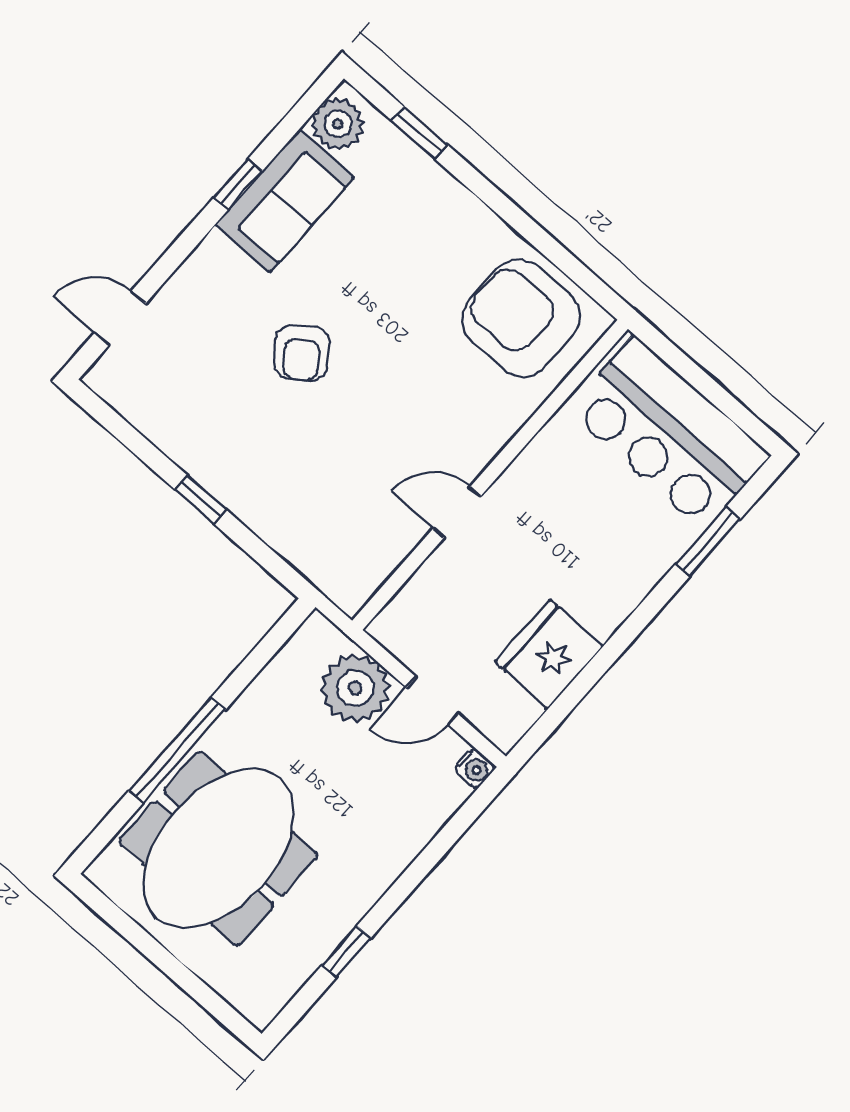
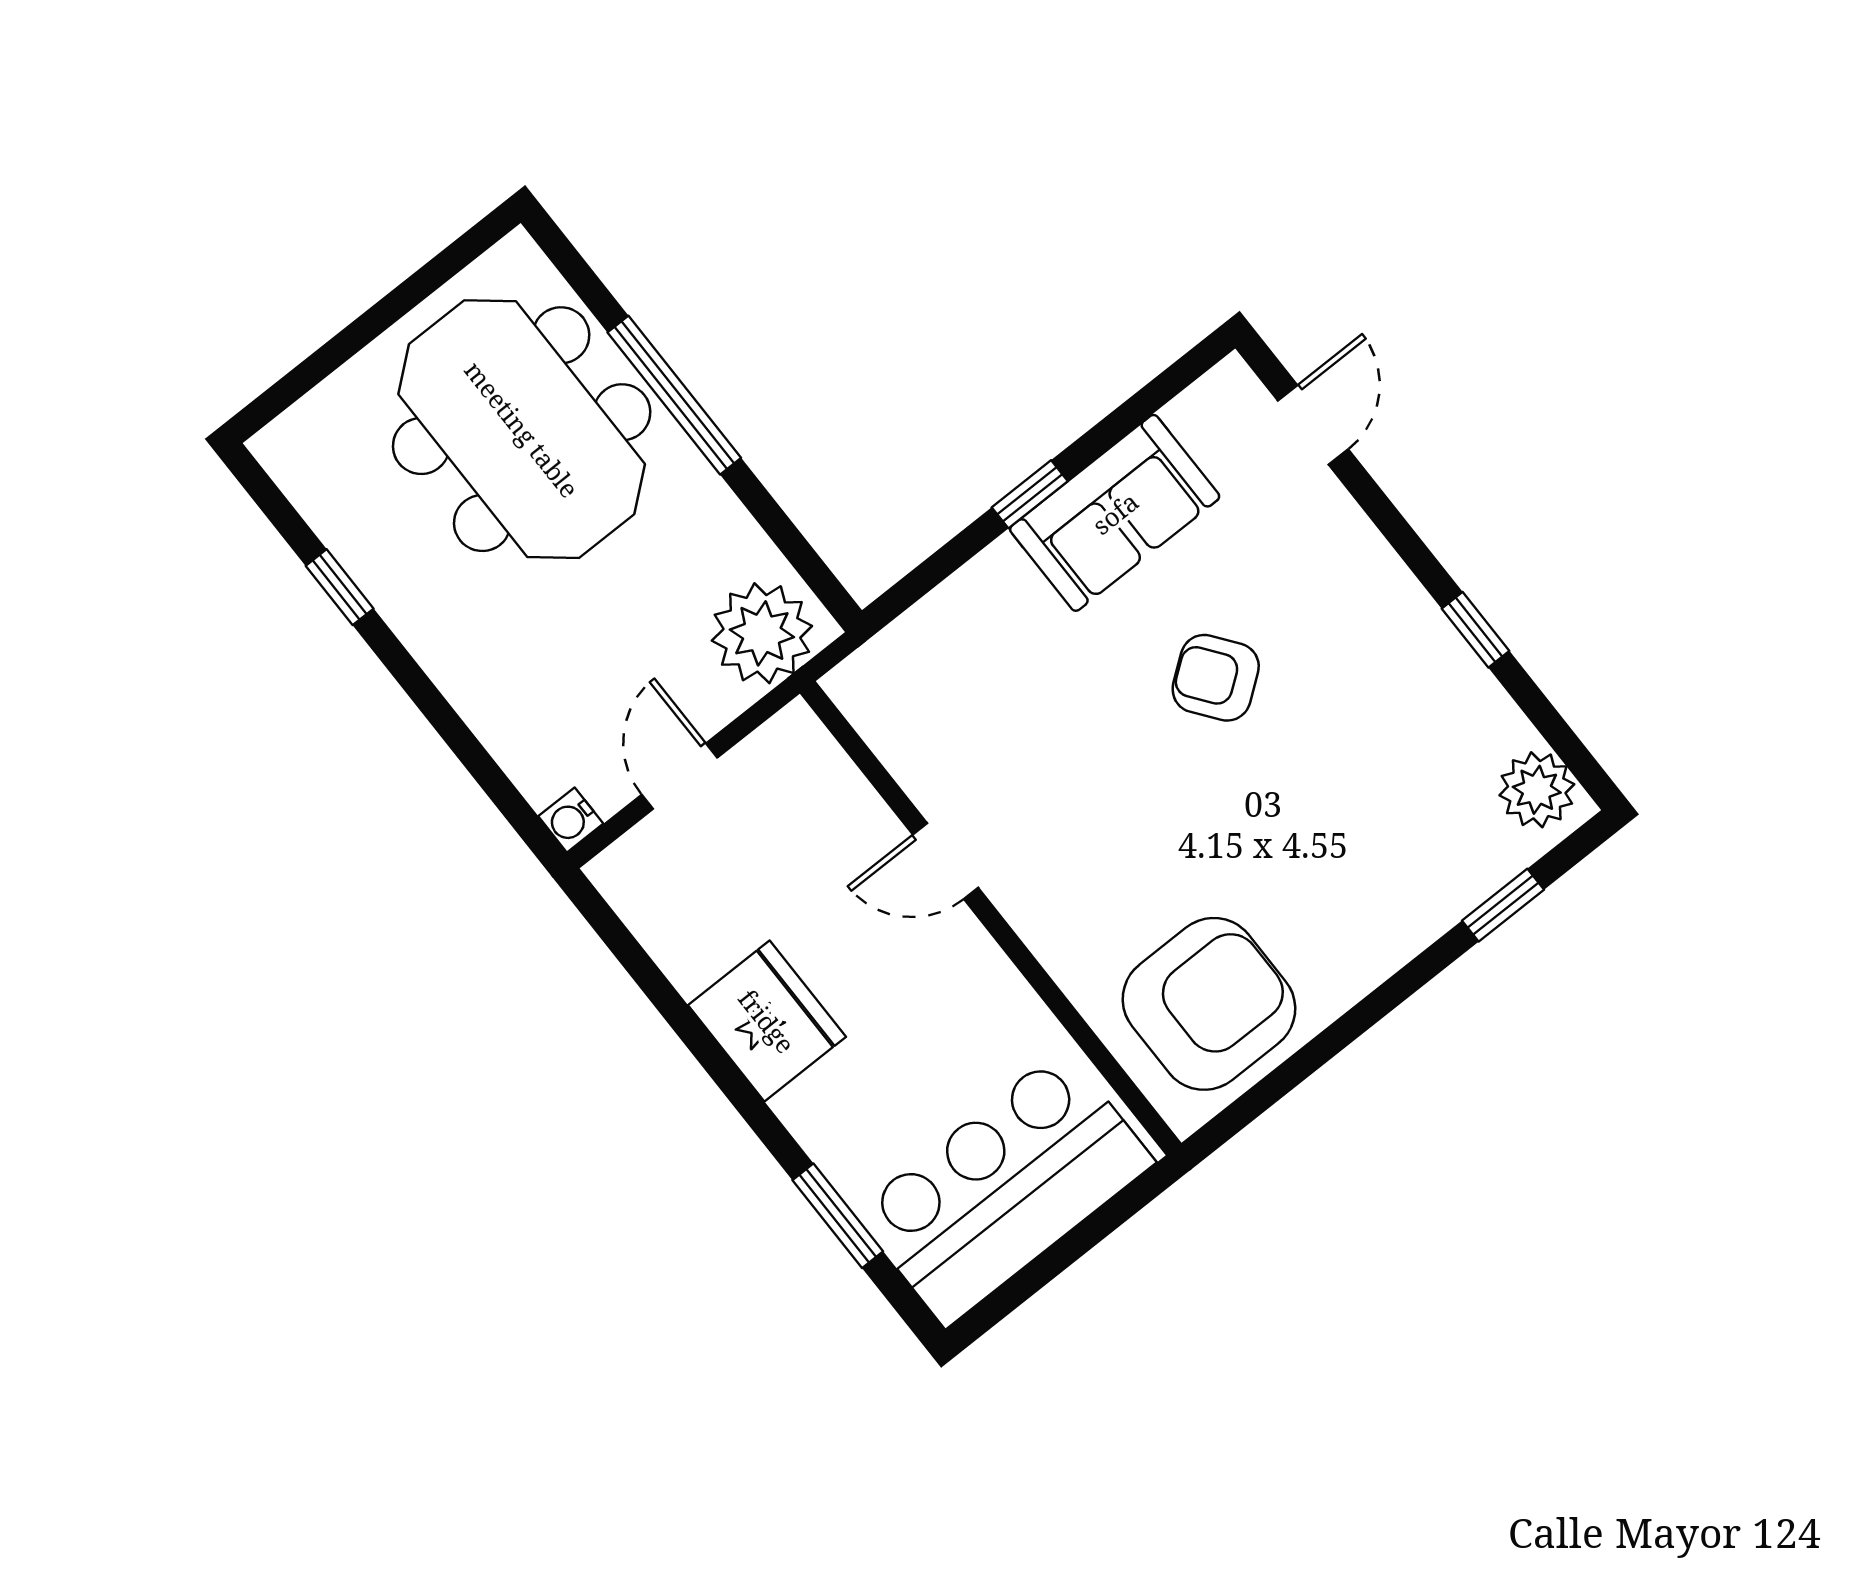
sofa: (285, 201) -> (1115, 513), moved, turned -90
door: (457, 512) -> (945, 861), swing flipped
fridge: (549, 654) -> (767, 1021), moved
plant: (355, 688) -> (762, 633), moved

